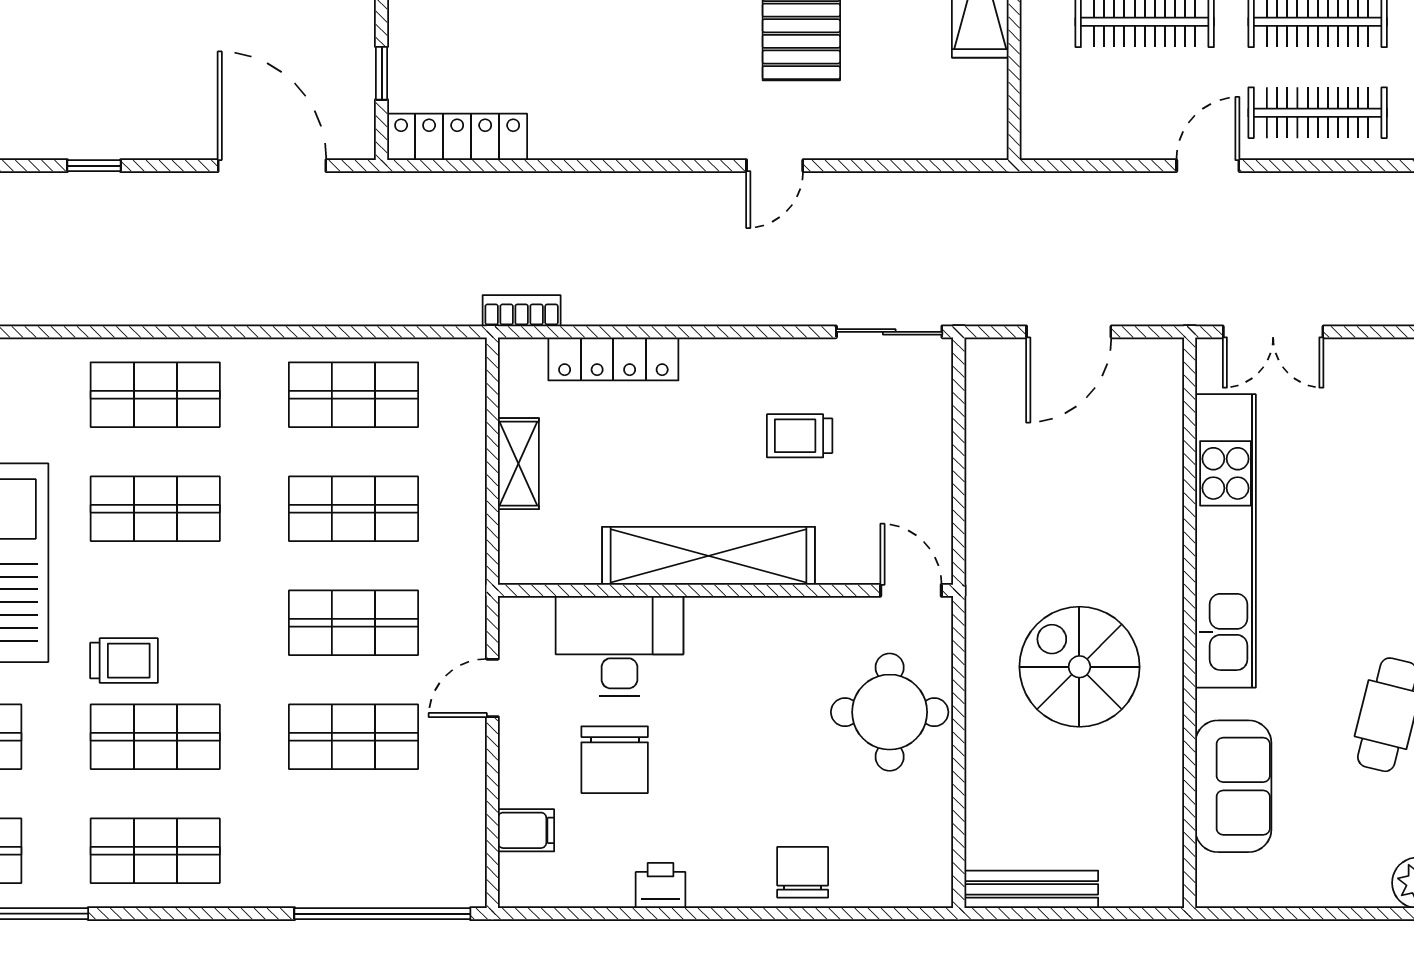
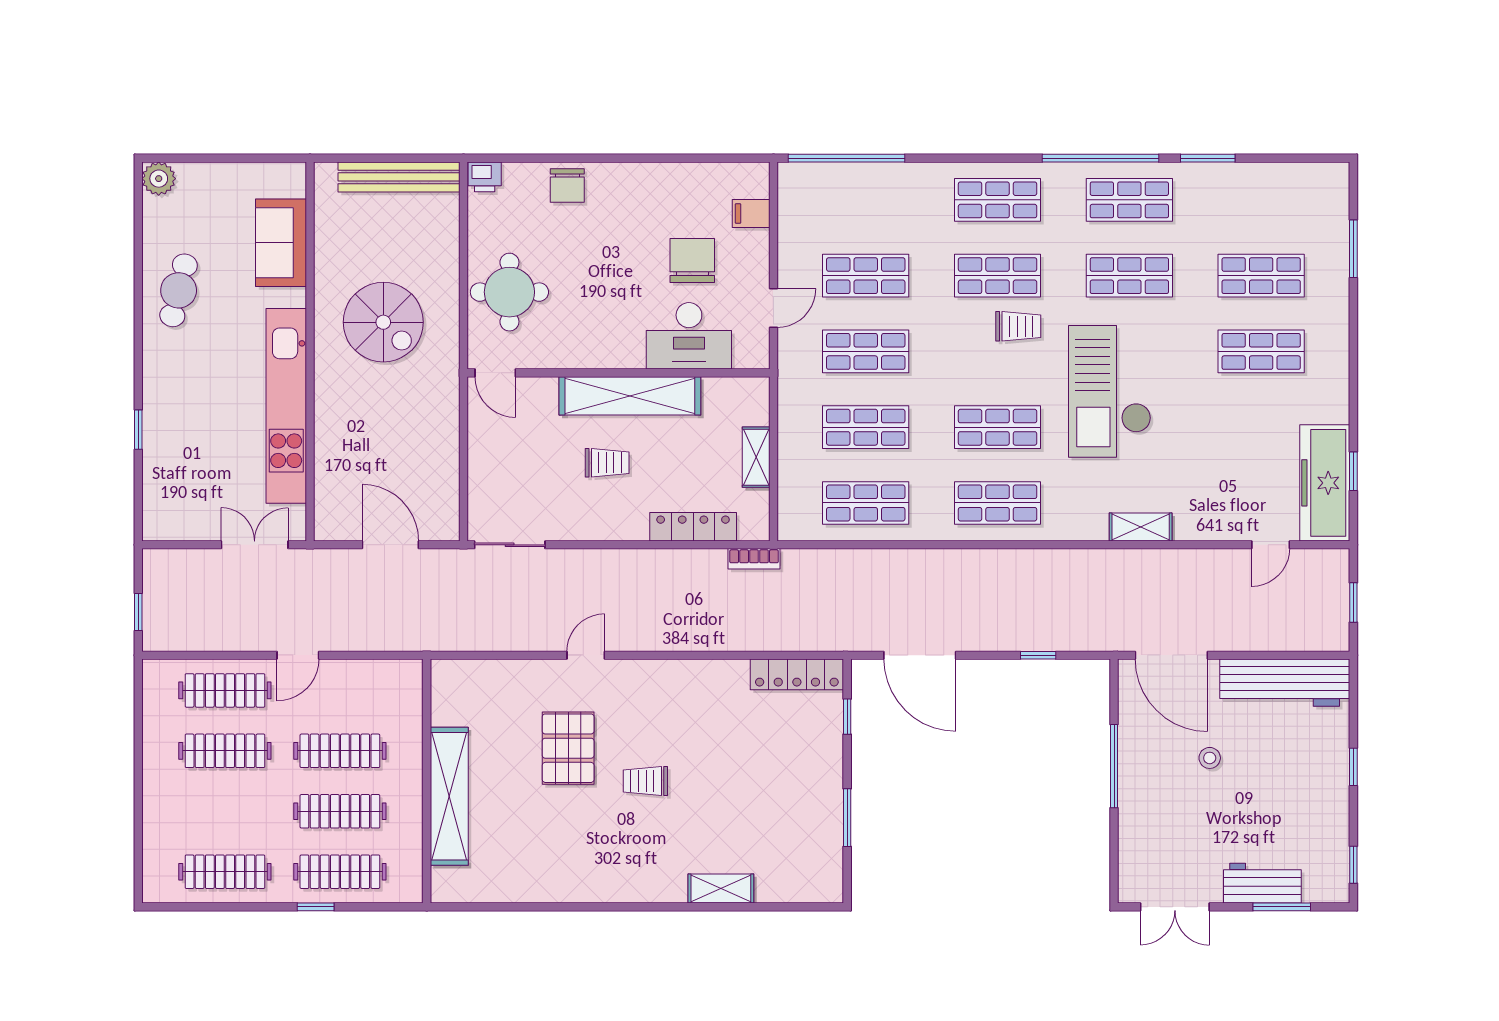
door: (1069, 332) -> (390, 545), hinge flipped
trolley: (800, 436) -> (607, 463), moved
trolley: (124, 661) -> (1018, 326), turned 180
printer: (661, 886) -> (485, 177), moved
bench: (1031, 889) -> (399, 177), width x1.37, depth x1.21

